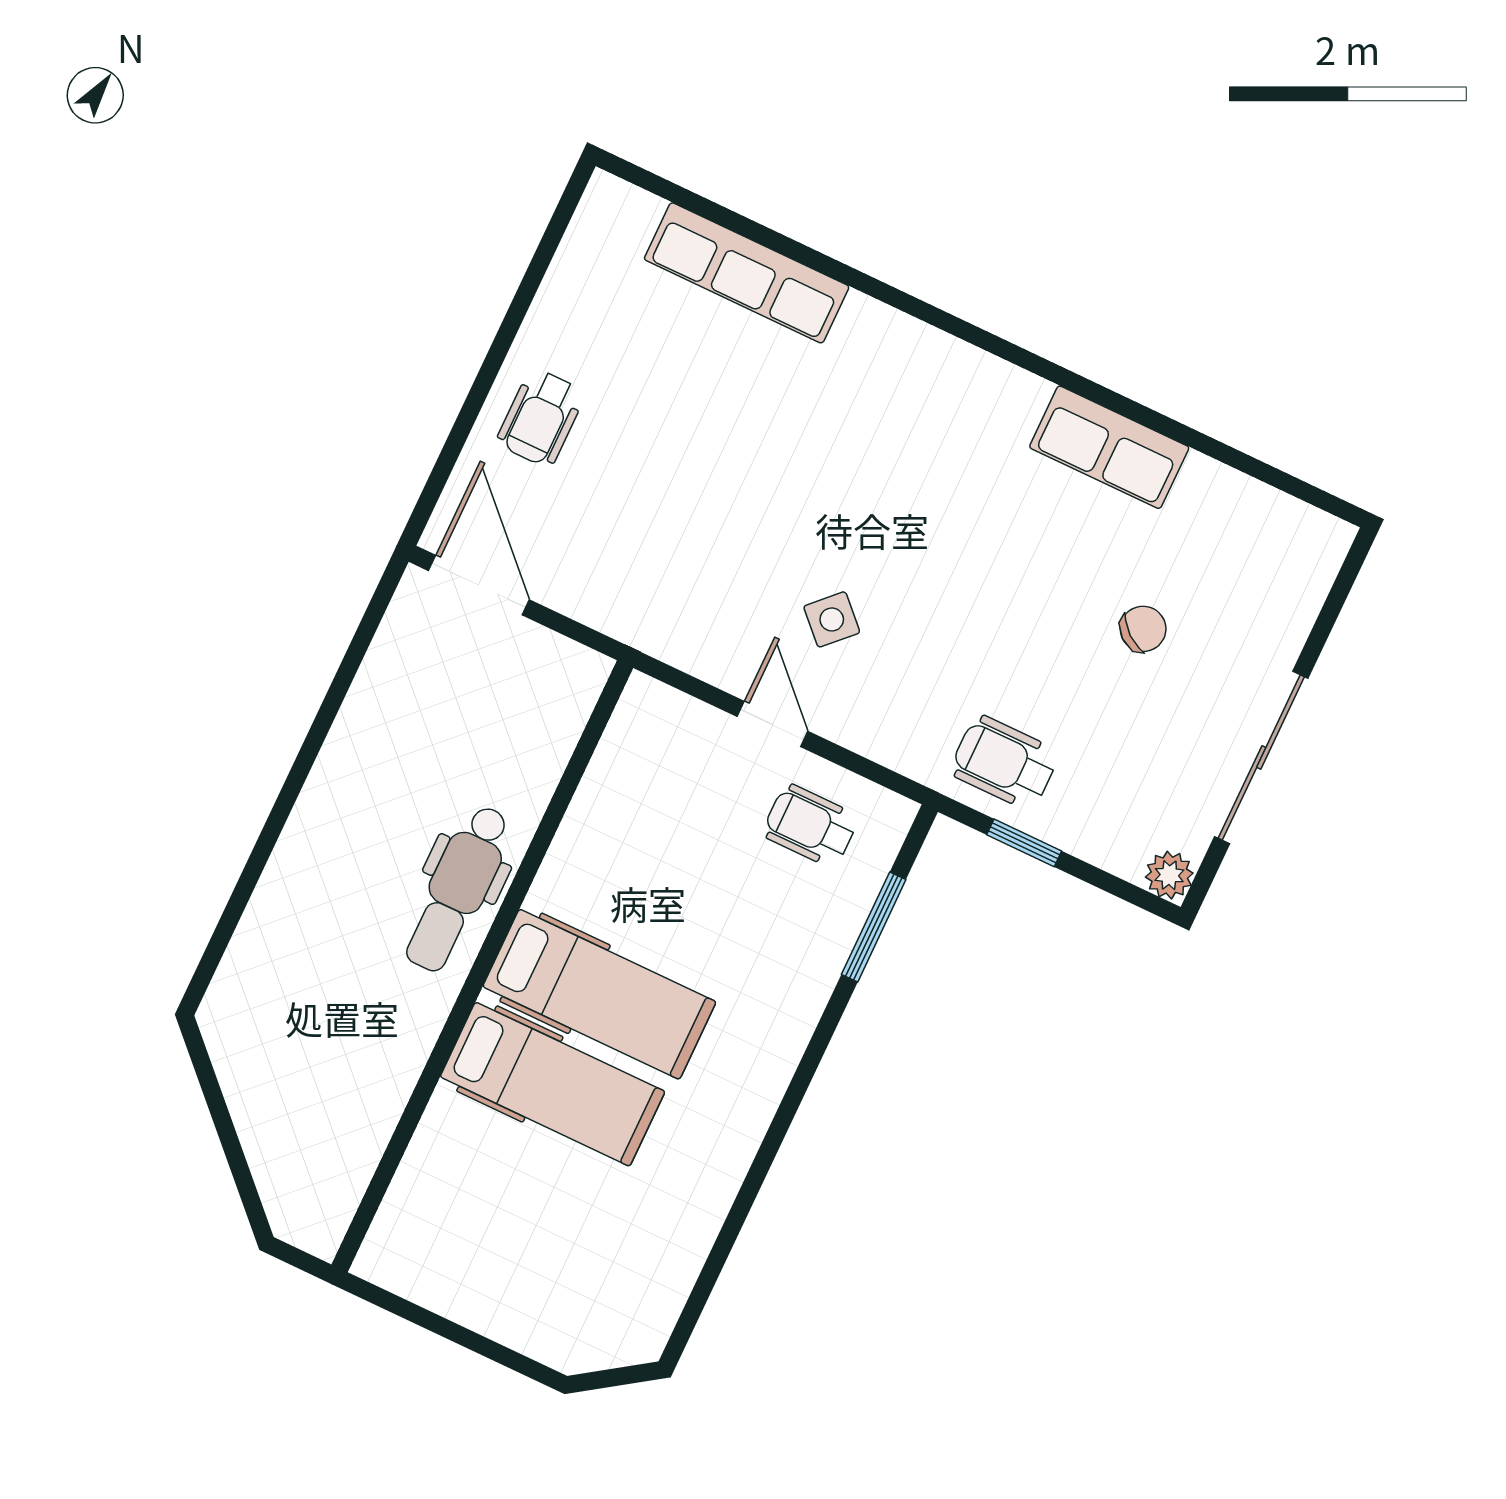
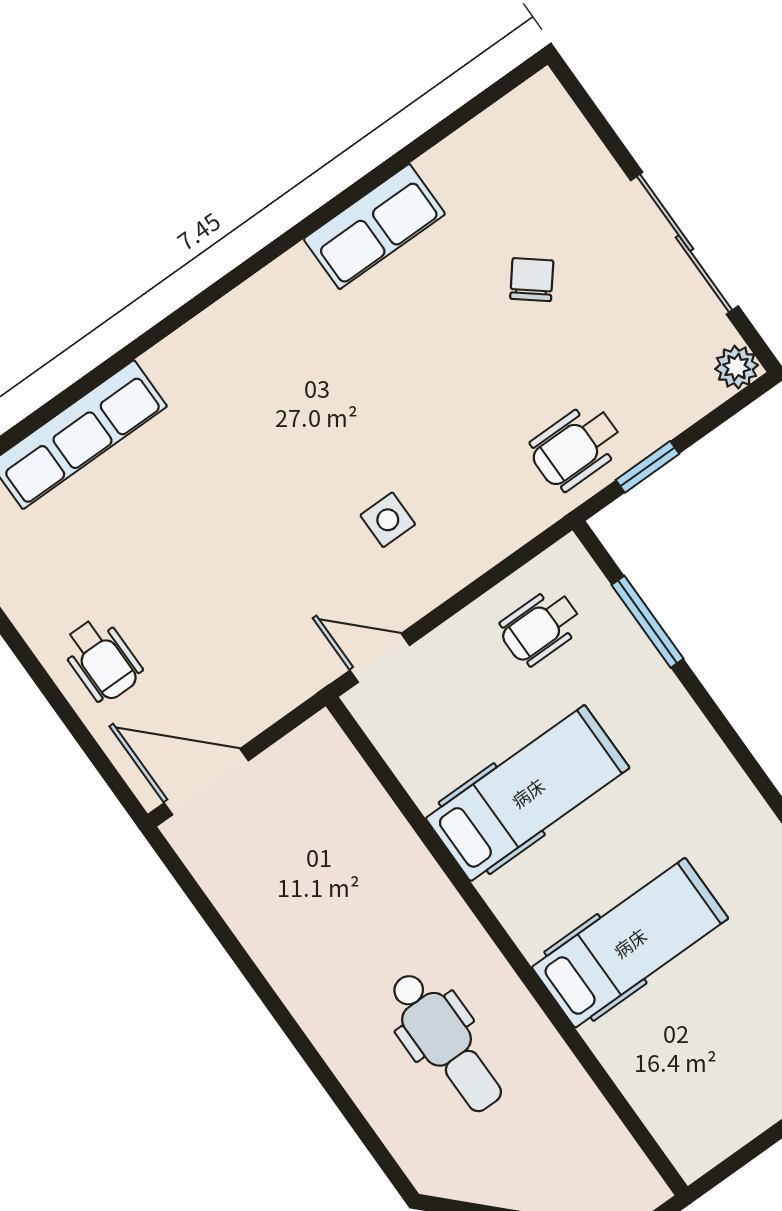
side table: (832, 619) -> (388, 520), turned 45
door: (772, 724) -> (380, 658), moved
dental chair: (458, 888) -> (446, 1042), moved
hospital bed: (599, 994) -> (528, 793), moved

